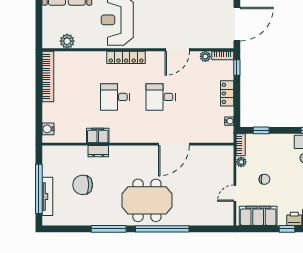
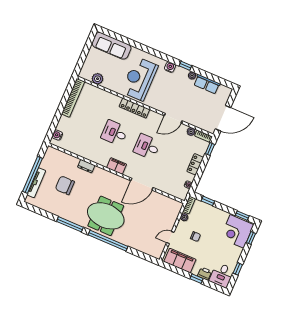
filing cabinet: (98, 135) -> (117, 166), moved

